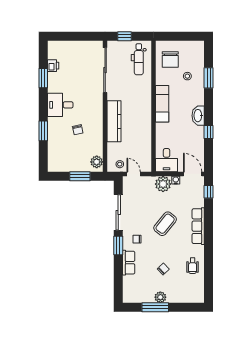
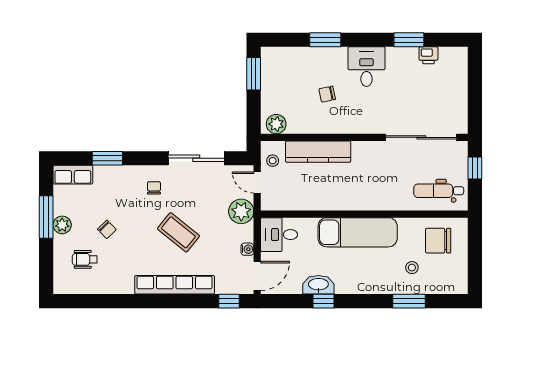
exam couch: (162, 104) -> (358, 232), width x1.36, depth x1.45
washbasin: (198, 116) -> (318, 285), moved
kitchen counter: (114, 121) -> (318, 152), moved
door: (134, 174) -> (257, 183), swing flipped
window: (80, 176) -> (254, 74), moved
plant: (163, 184) -> (241, 211), moved
row of seats: (198, 226) -> (175, 285), width x1.36
window: (118, 245) -> (107, 158), moved
row of seats: (129, 263) -> (73, 175), moved
wheelchair: (193, 266) -> (85, 259), moved

